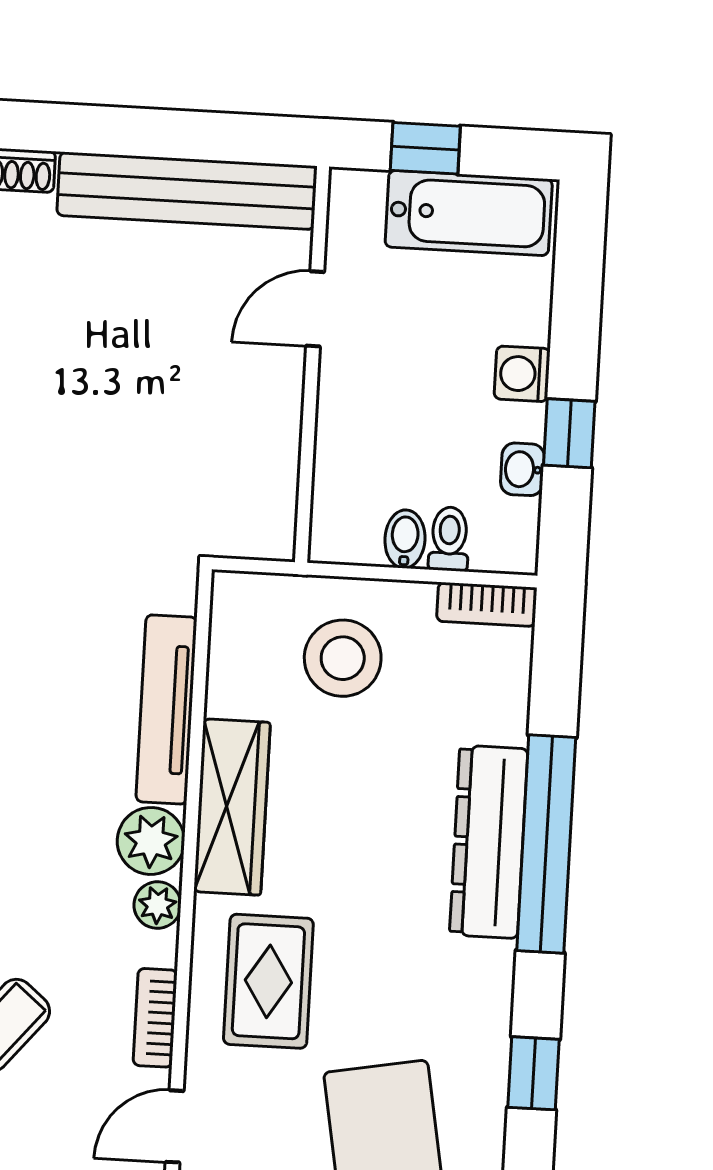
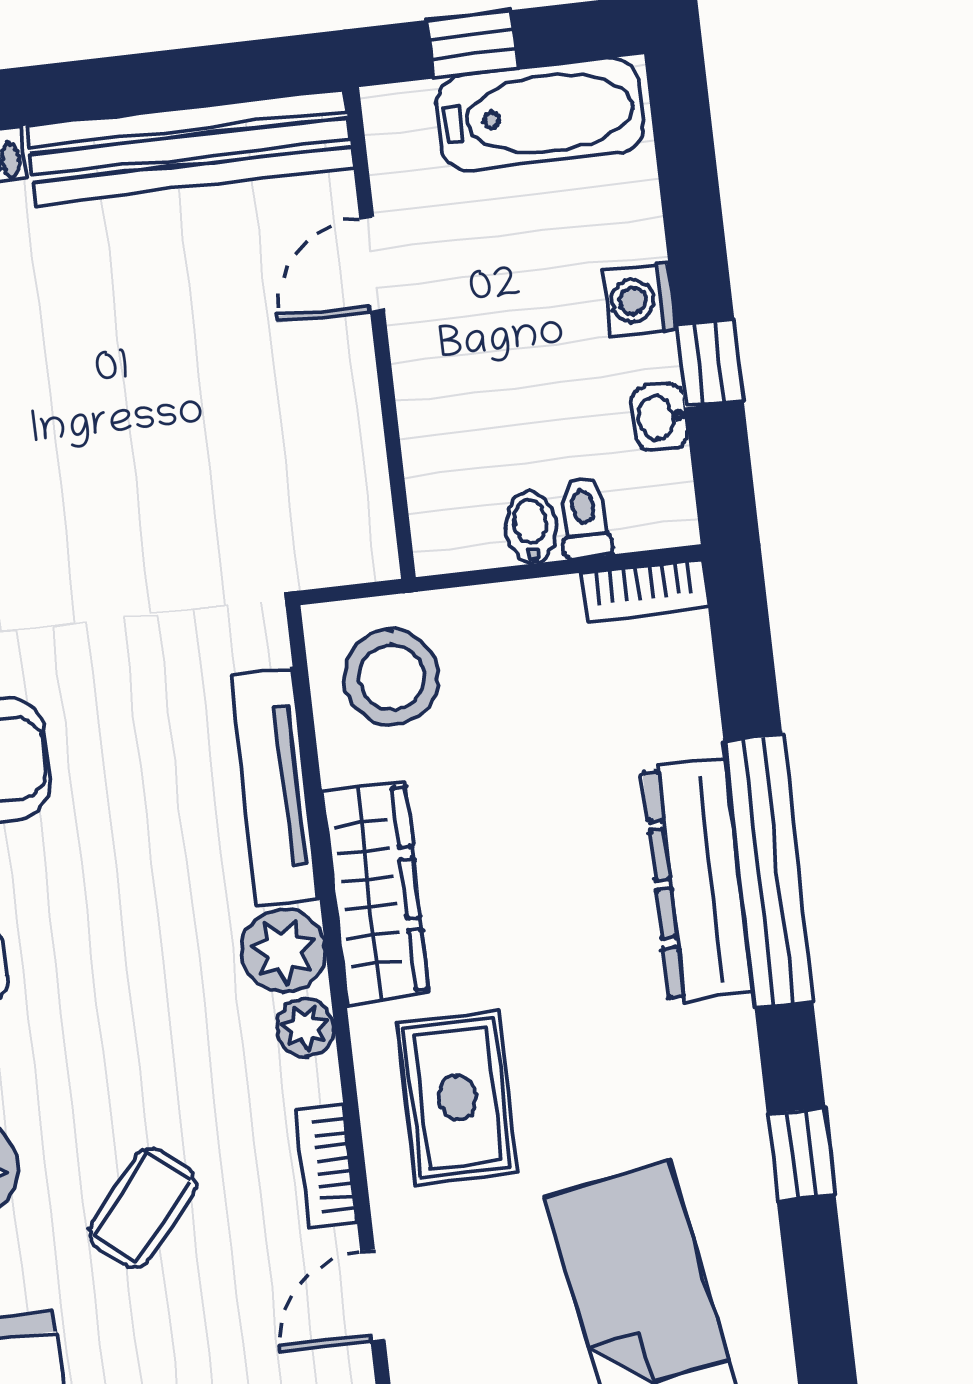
stool: (343, 658) -> (391, 677), moved

